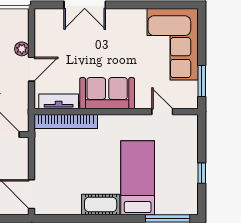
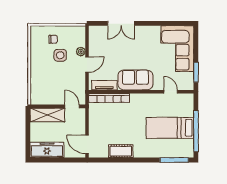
window: (202, 173) -> (196, 131), width x3.17
bed: (138, 178) -> (170, 128), moved, turned -90
cot: (101, 205) -> (121, 151), moved

